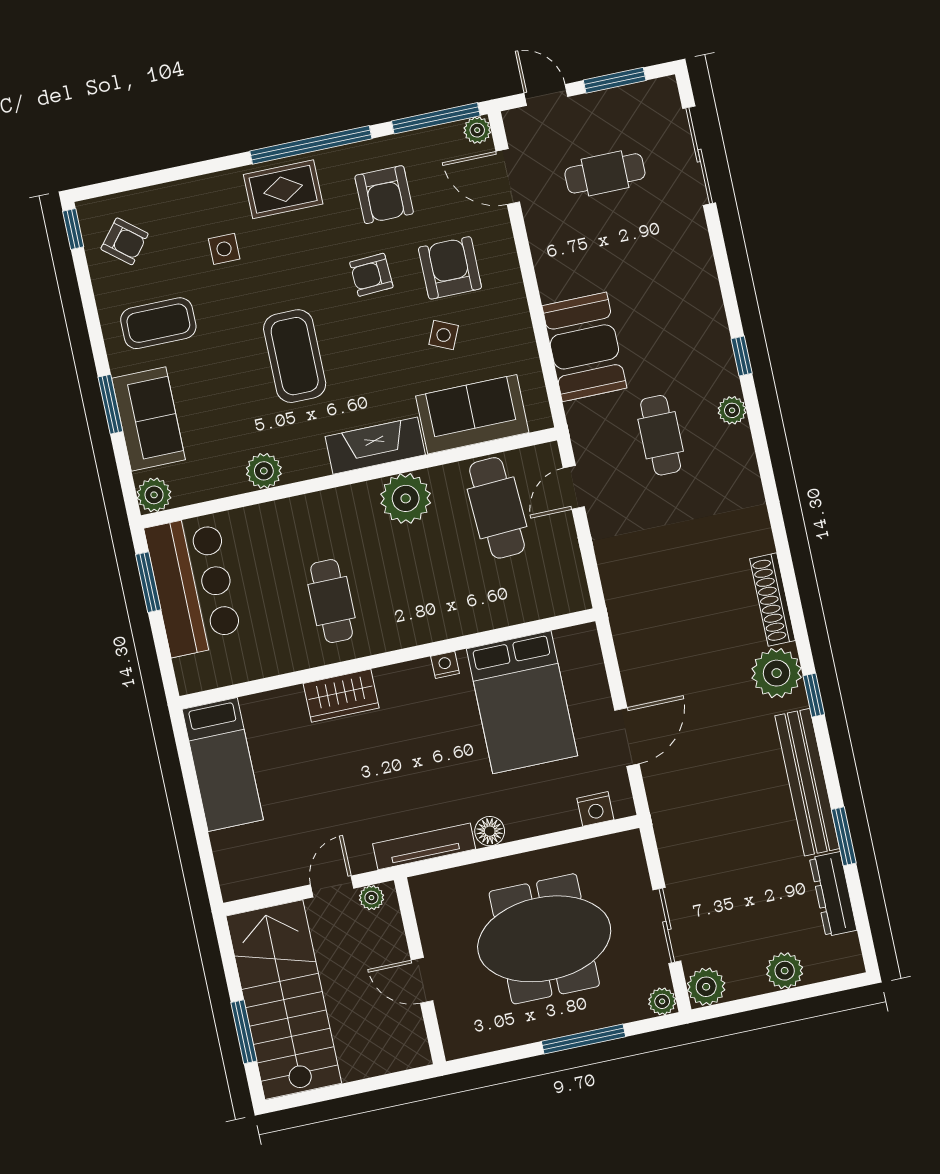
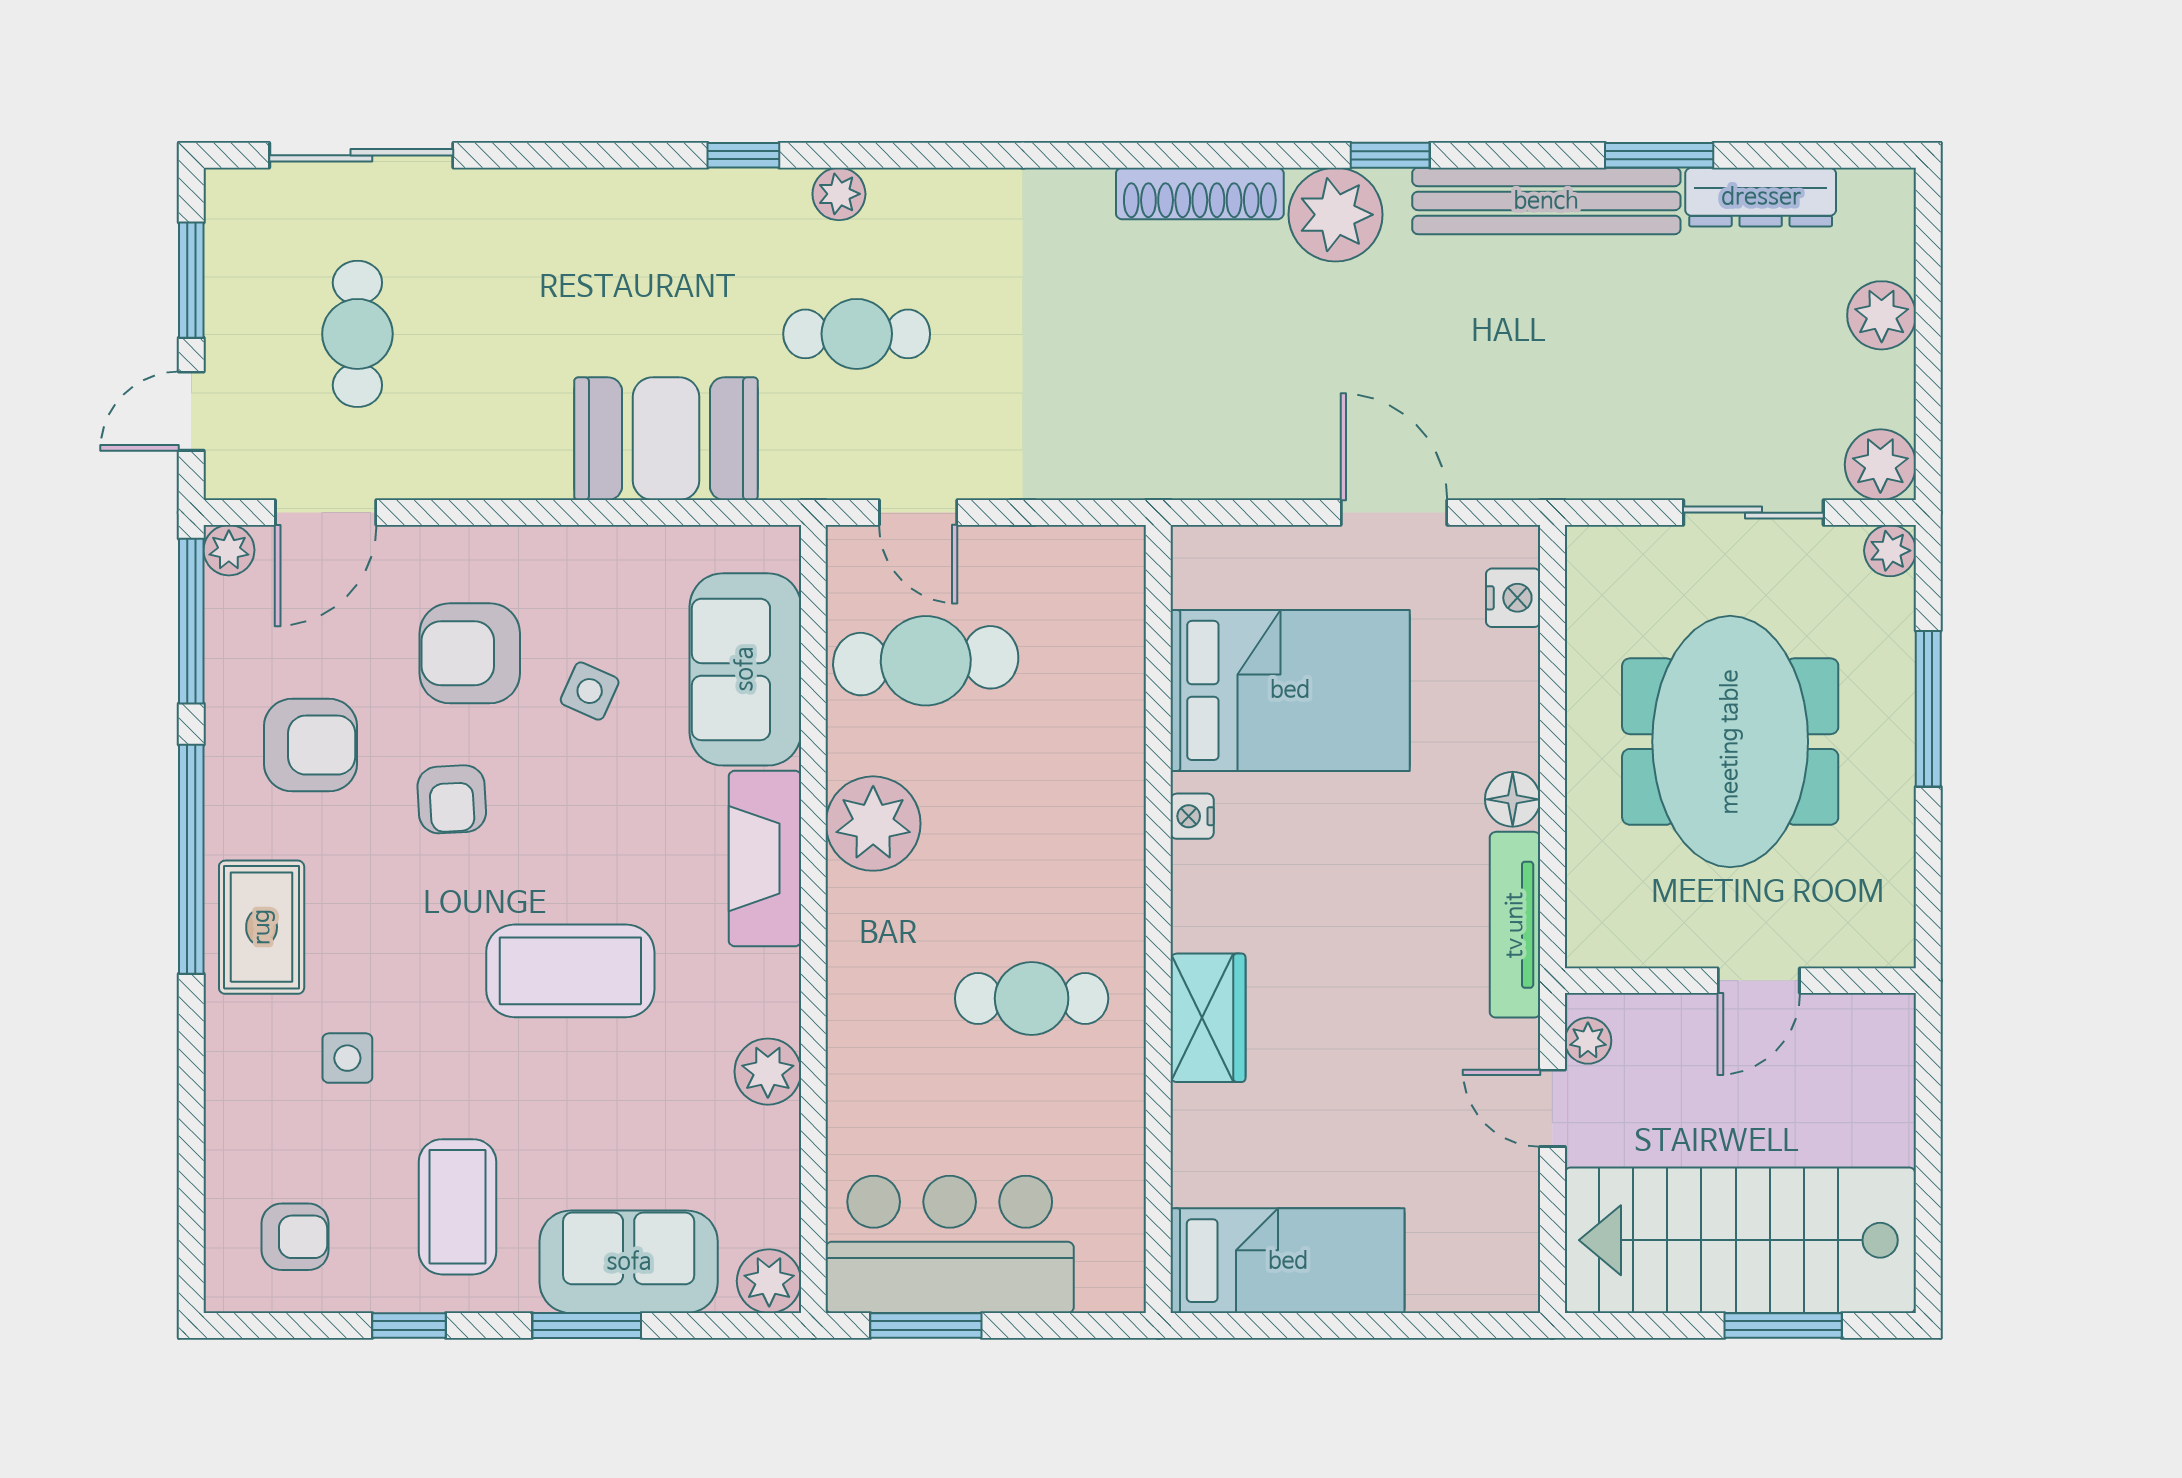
window: (73, 229) -> (409, 1326), moved
armchair: (124, 241) -> (295, 1237), turned 51

